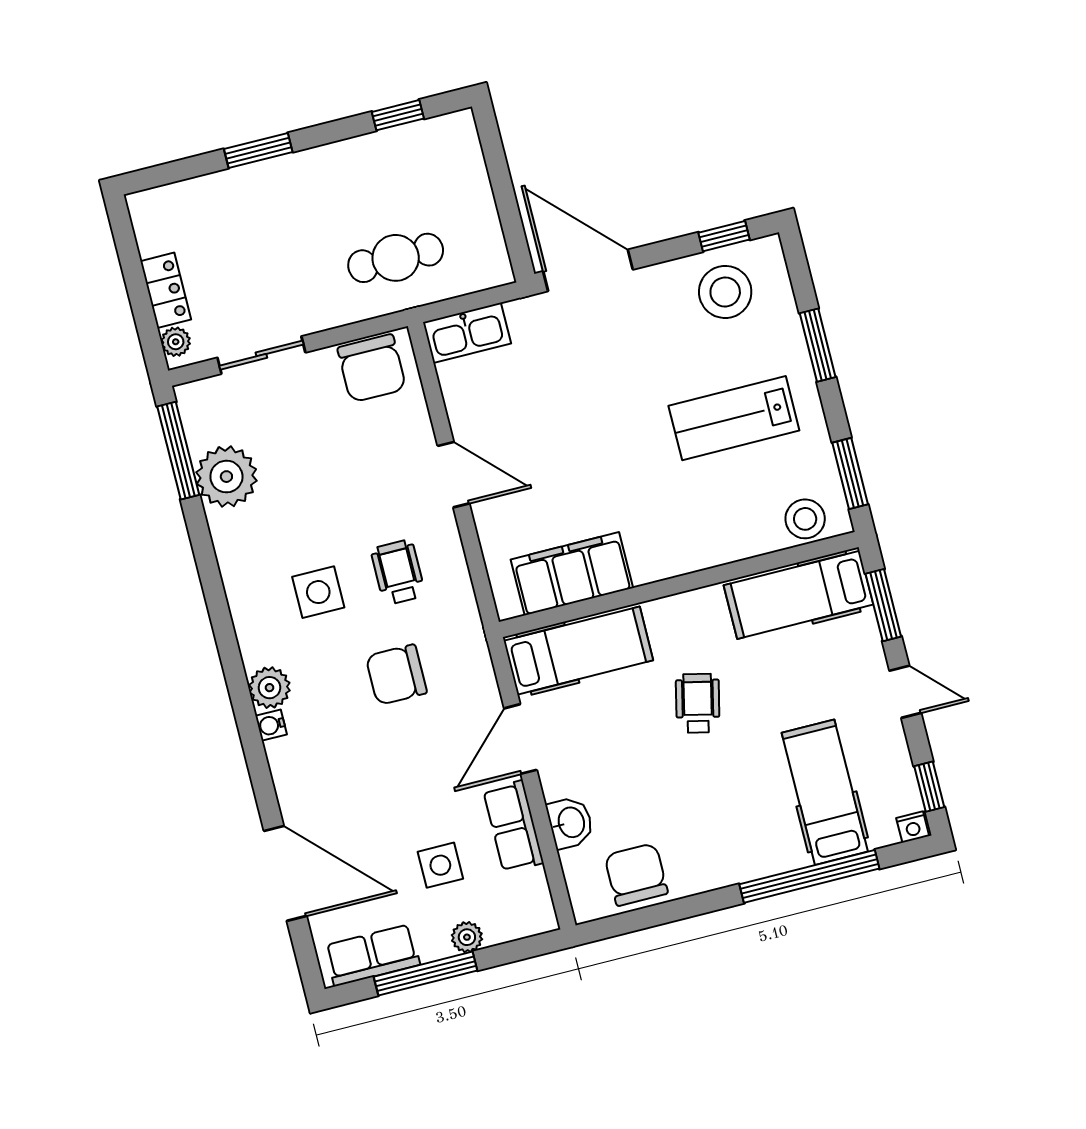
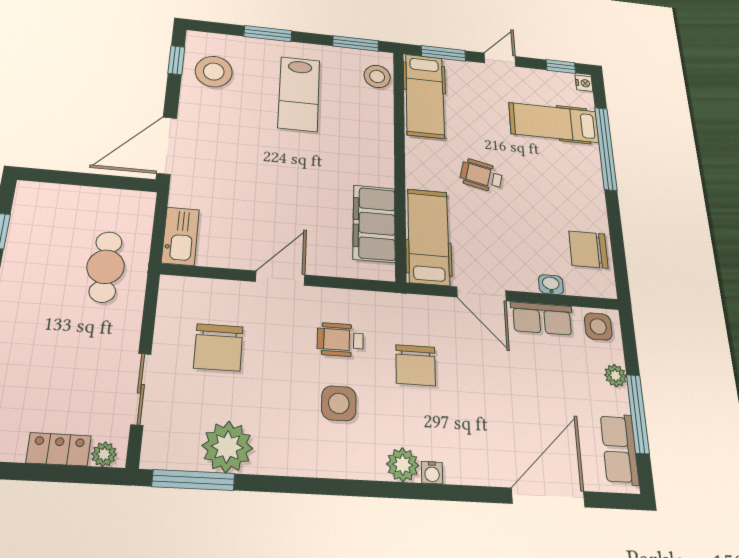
chair: (372, 368) -> (218, 347), moved, turned 90
washbasin: (570, 823) -> (551, 285), width x0.72, depth x0.69
side table: (440, 865) -> (598, 327), moved

